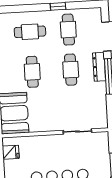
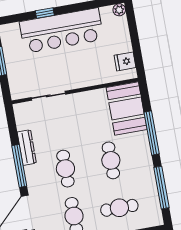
dresser: (99, 67) -> (27, 148), moved

